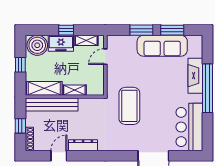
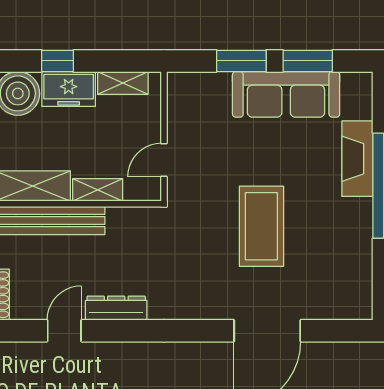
window: (66, 30) -> (57, 61), moved
door: (105, 57) -> (164, 160), moved
coffee table: (129, 106) -> (261, 226), moved
bar counter: (189, 127) -> (344, 269), removed

